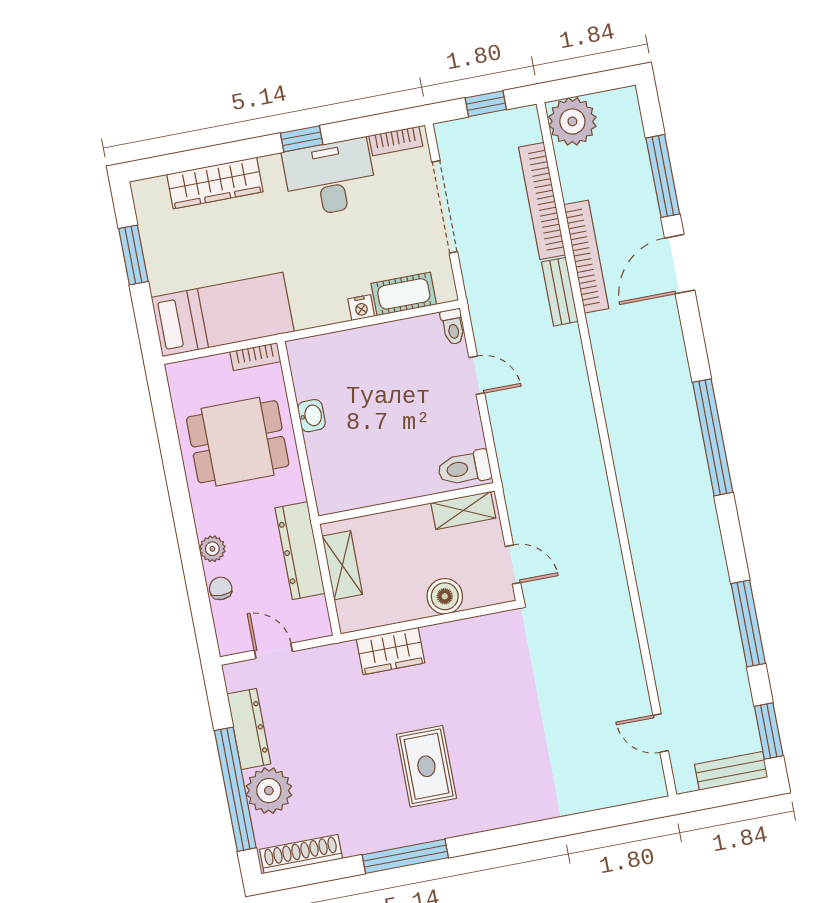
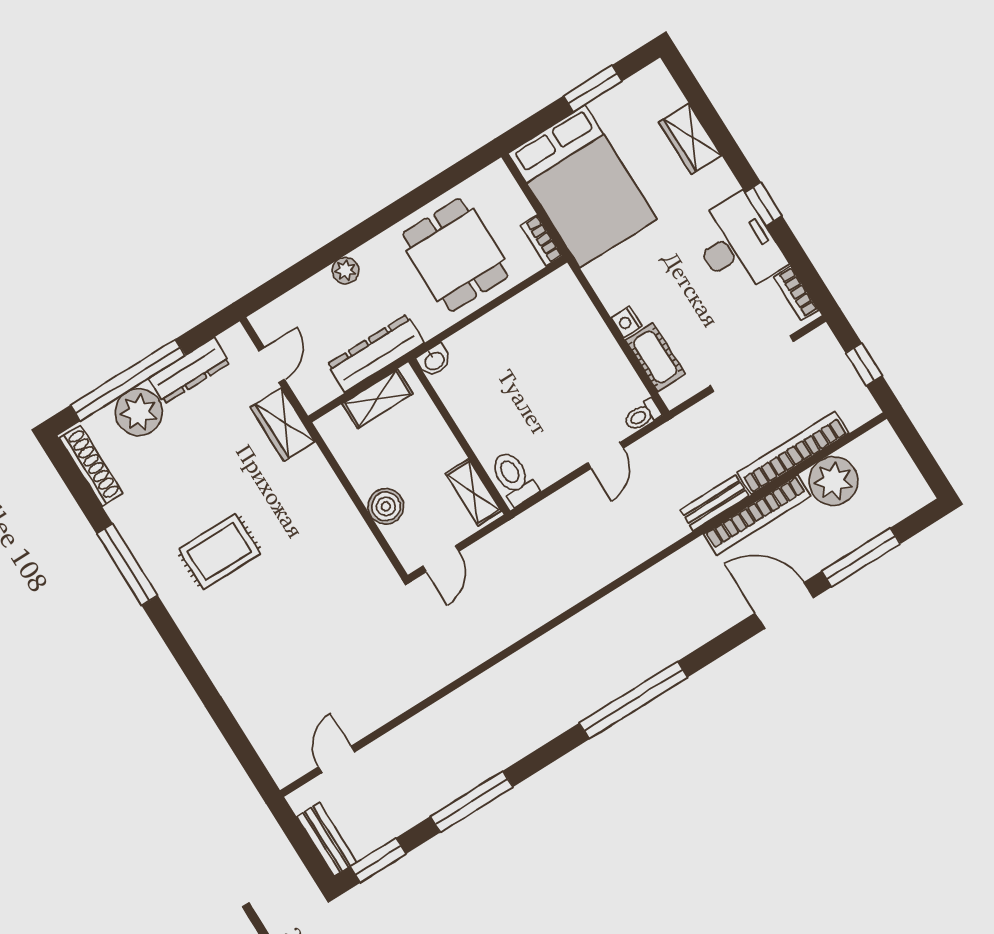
plant: (572, 121) -> (833, 481), moved
wardrobe: (215, 183) -> (690, 139), width x0.67
bed: (223, 314) -> (582, 186), width x1.50
washbasin: (311, 416) -> (434, 360), moved
chair: (221, 588) -> (311, 293), removed
wardrobe: (391, 651) -> (283, 424), moved

